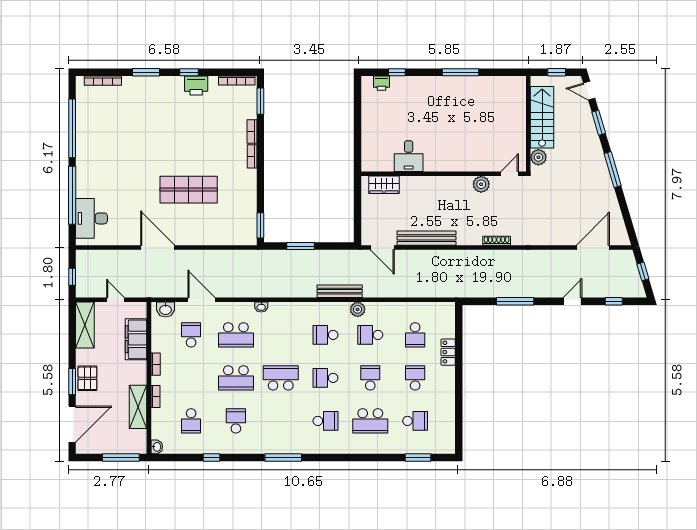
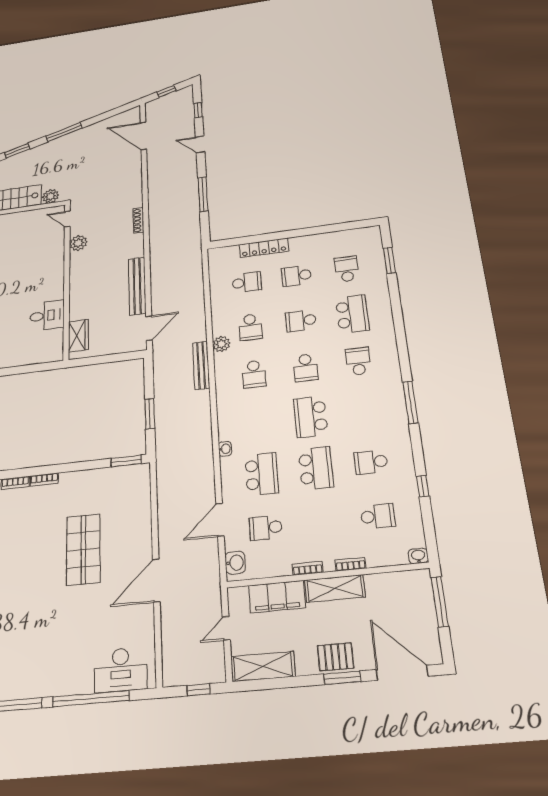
locker: (448, 352) -> (264, 248), width x1.53
shelving: (138, 407) -> (335, 589), moved

